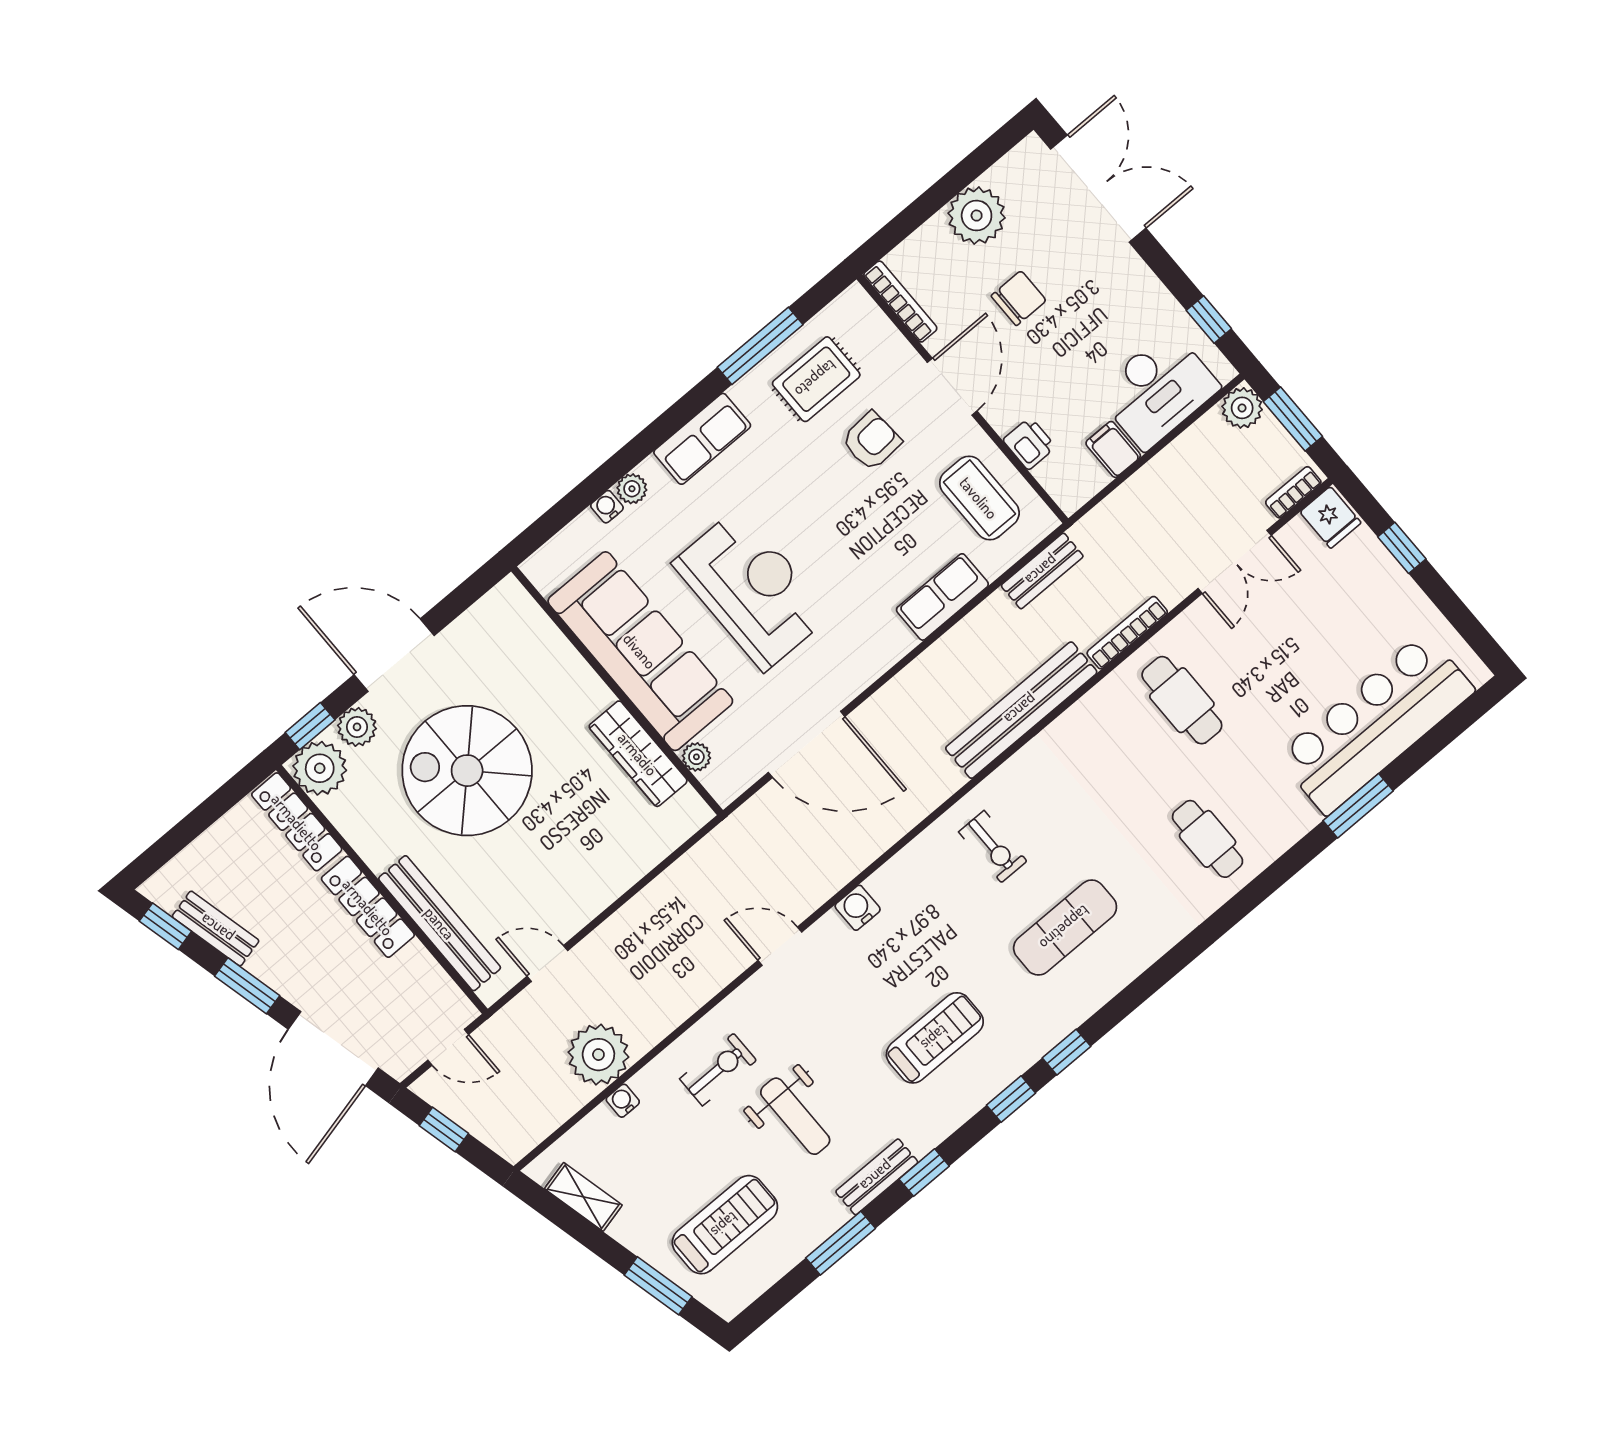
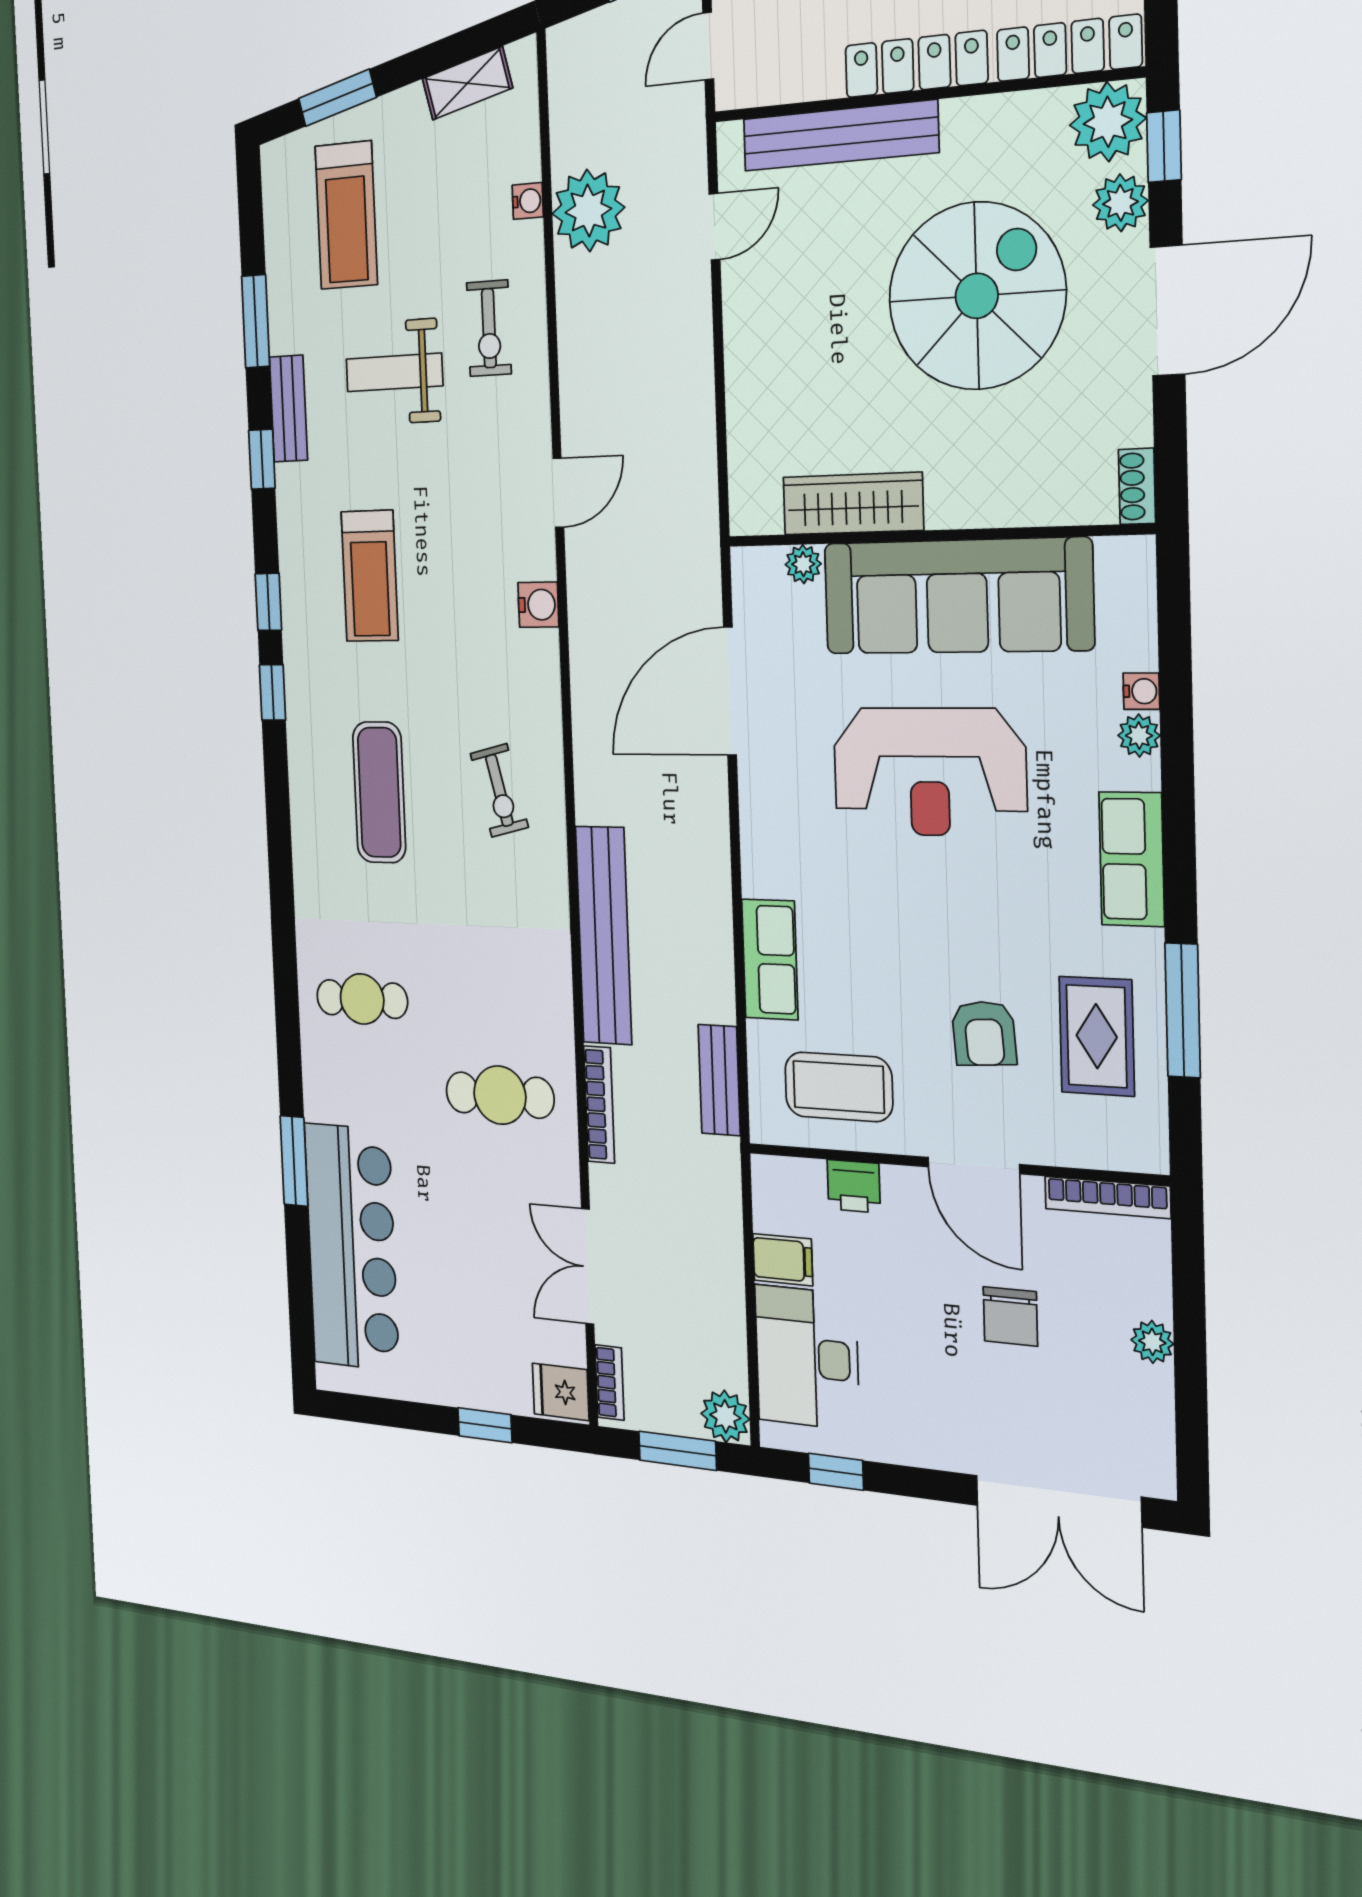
plant: (977, 216) -> (1152, 1342), width x0.53, depth x0.53
shoe rack: (500, 597) -> (1137, 486), added
exercise bike: (993, 847) -> (499, 790), turned -104

